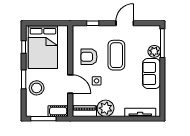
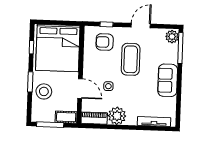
bed: (43, 47) -> (58, 48), width x1.36
plant: (154, 51) -> (172, 37), moved
armchair: (89, 57) -> (105, 42), moved

